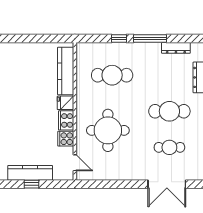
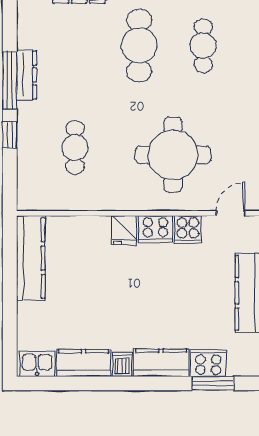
dresser: (176, 48) -> (26, 75), moved
kitchen counter: (66, 71) -> (31, 258), moved, turned -90
cafe table: (112, 75) -> (75, 147), width x0.73, depth x0.74

